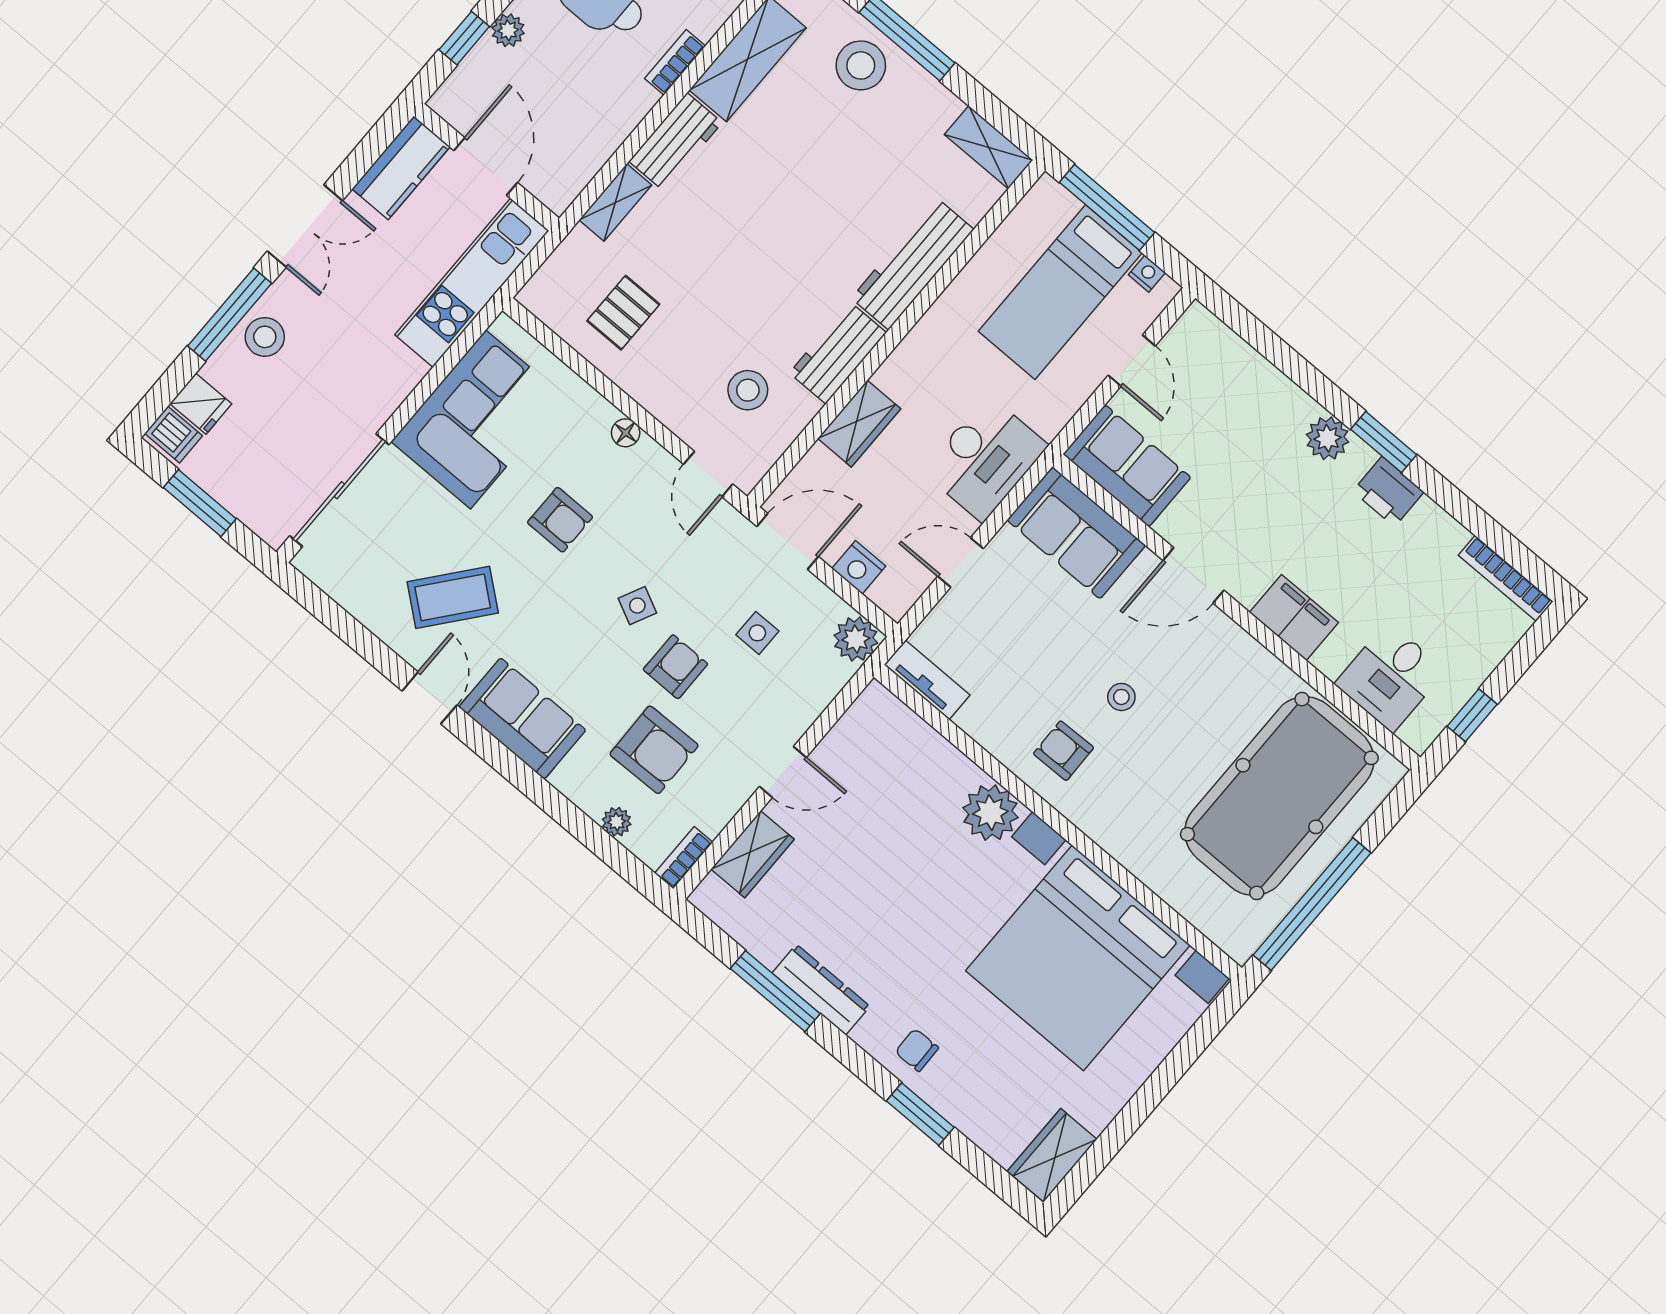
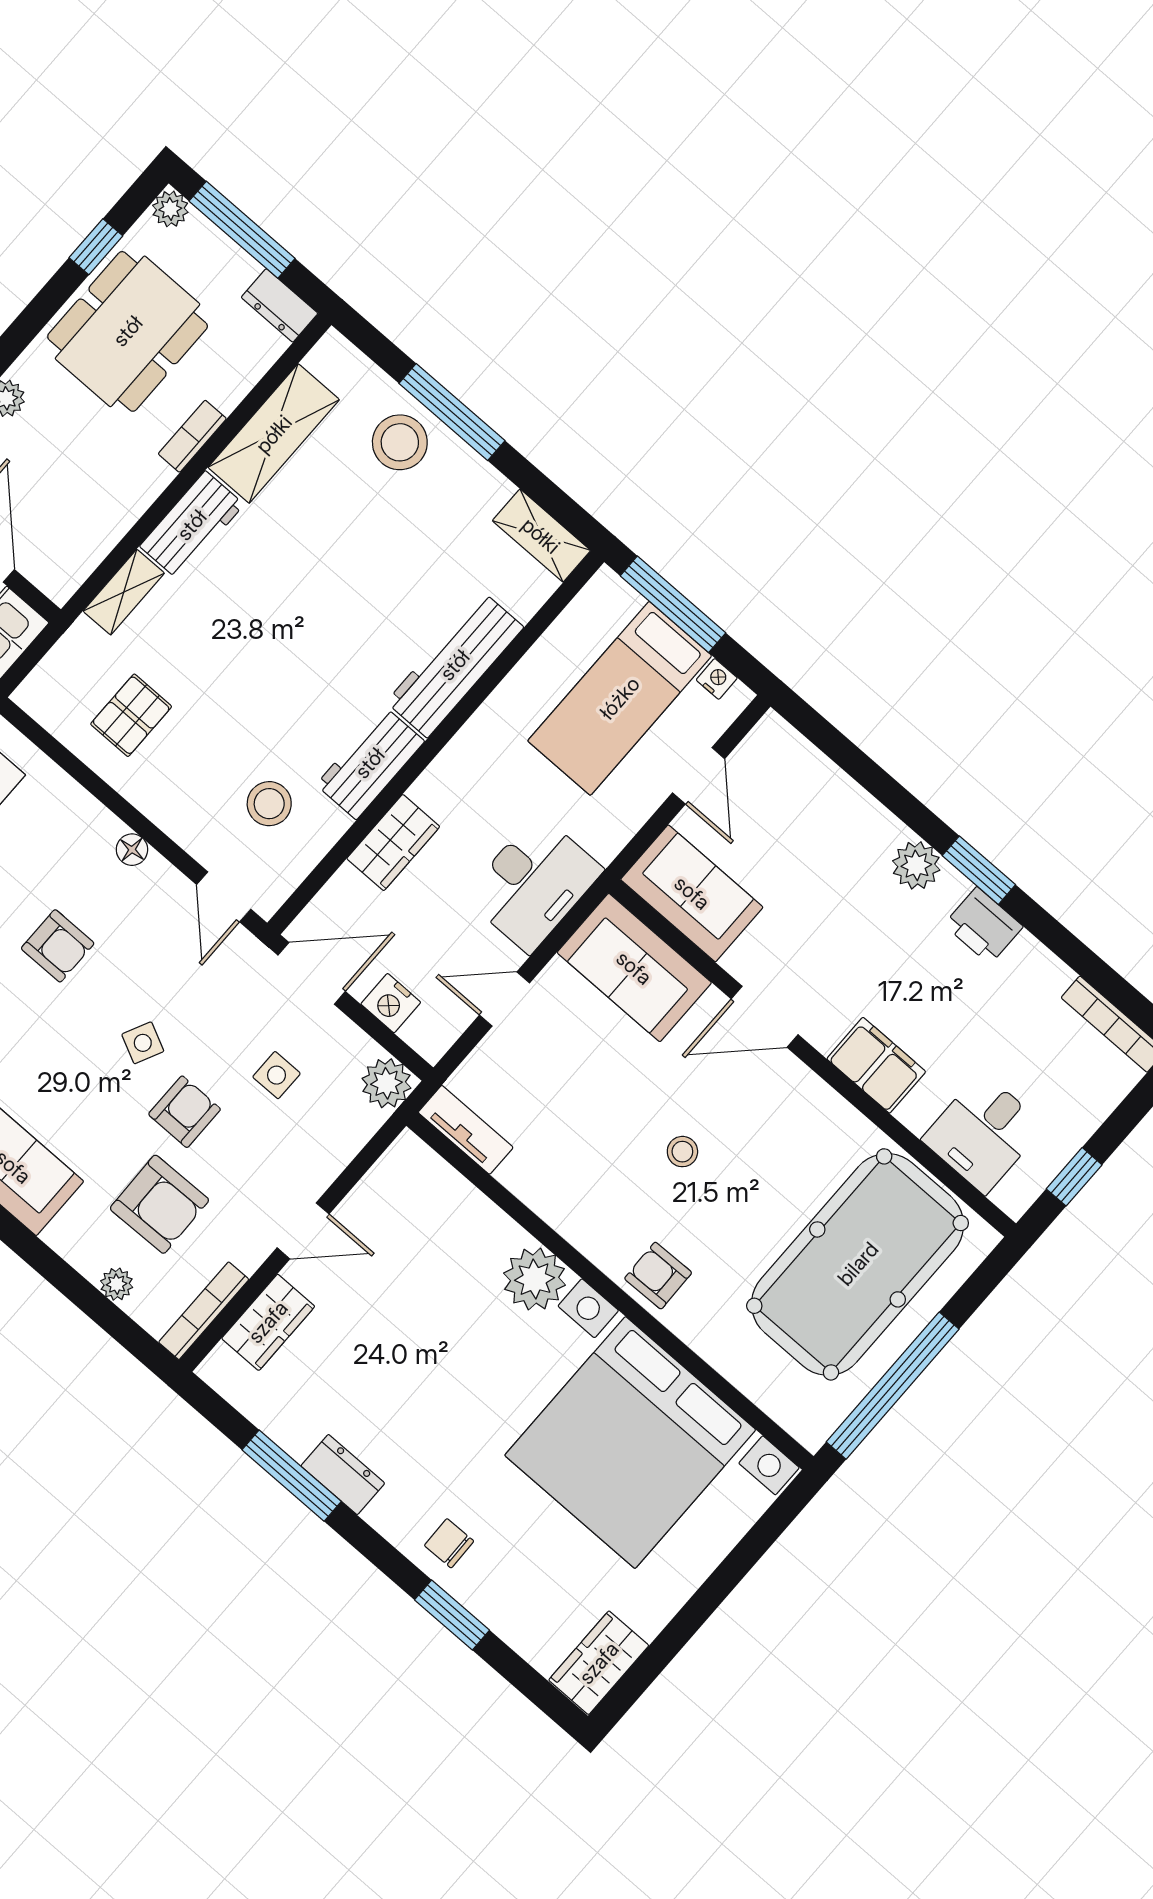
armchair: (1063, 751) -> (658, 1276), moved
bookcase: (684, 858) -> (204, 1311), width x1.56
dresser: (821, 990) -> (343, 1475), width x0.70

